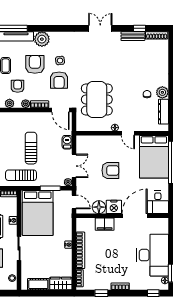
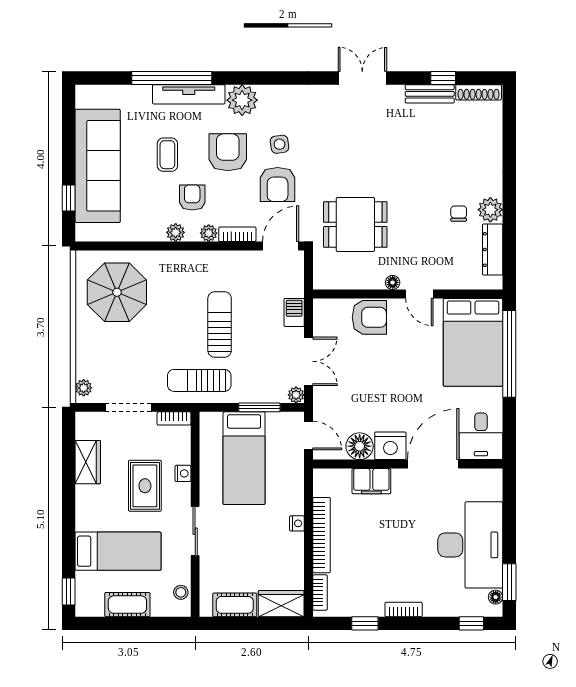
dining table: (97, 99) -> (355, 224), width x0.73
door: (61, 110) -> (281, 246), swing flipped
armchair: (110, 170) -> (369, 317), moved
bed: (38, 213) -> (244, 458), width x0.67

